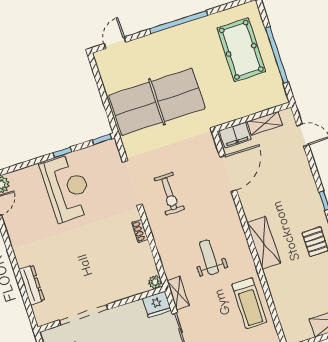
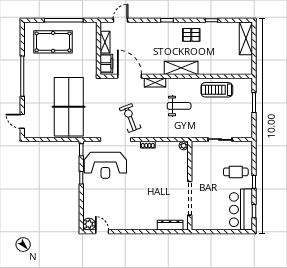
reception desk: (67, 188) -> (105, 165), moved, turned 180
exercise bike: (169, 194) -> (130, 118), turned -111
weight bench: (209, 257) -> (179, 106), turned 180
dresser: (32, 285) -> (170, 225), moved
shelving: (178, 293) -> (155, 83), moved
treadmill: (249, 303) -> (217, 90), turned 180
fridge: (157, 304) -> (198, 149), removed

